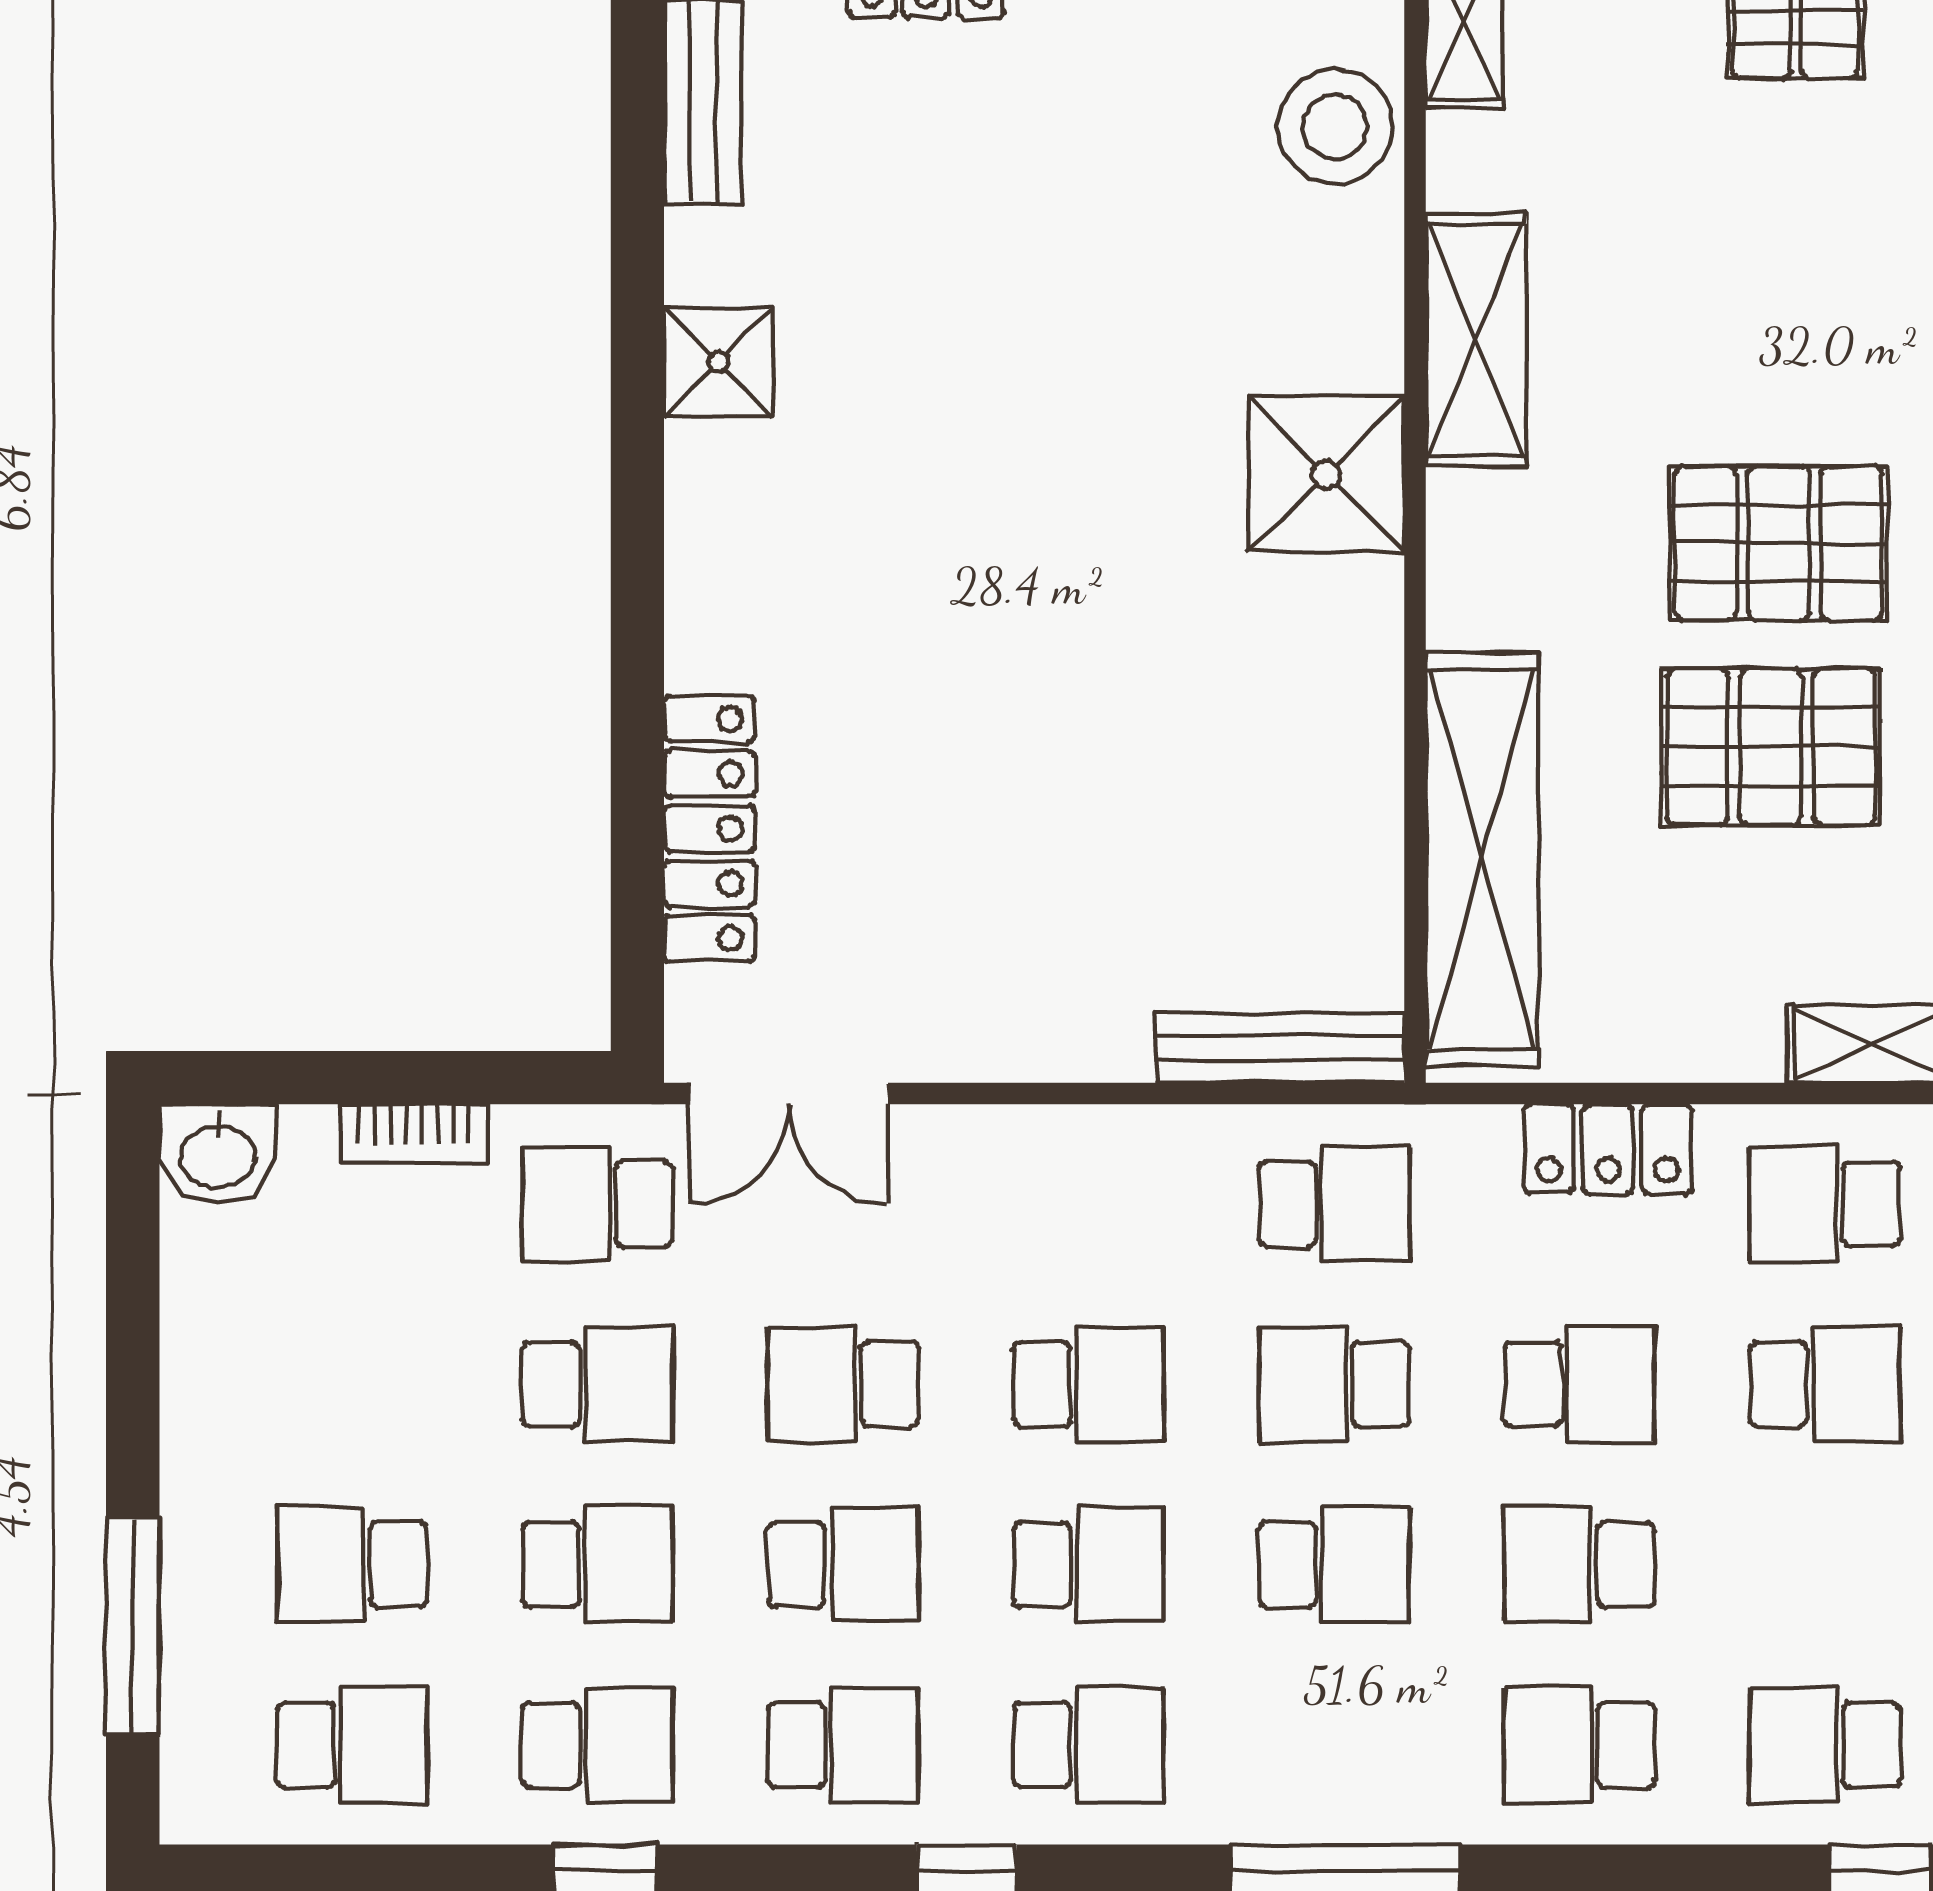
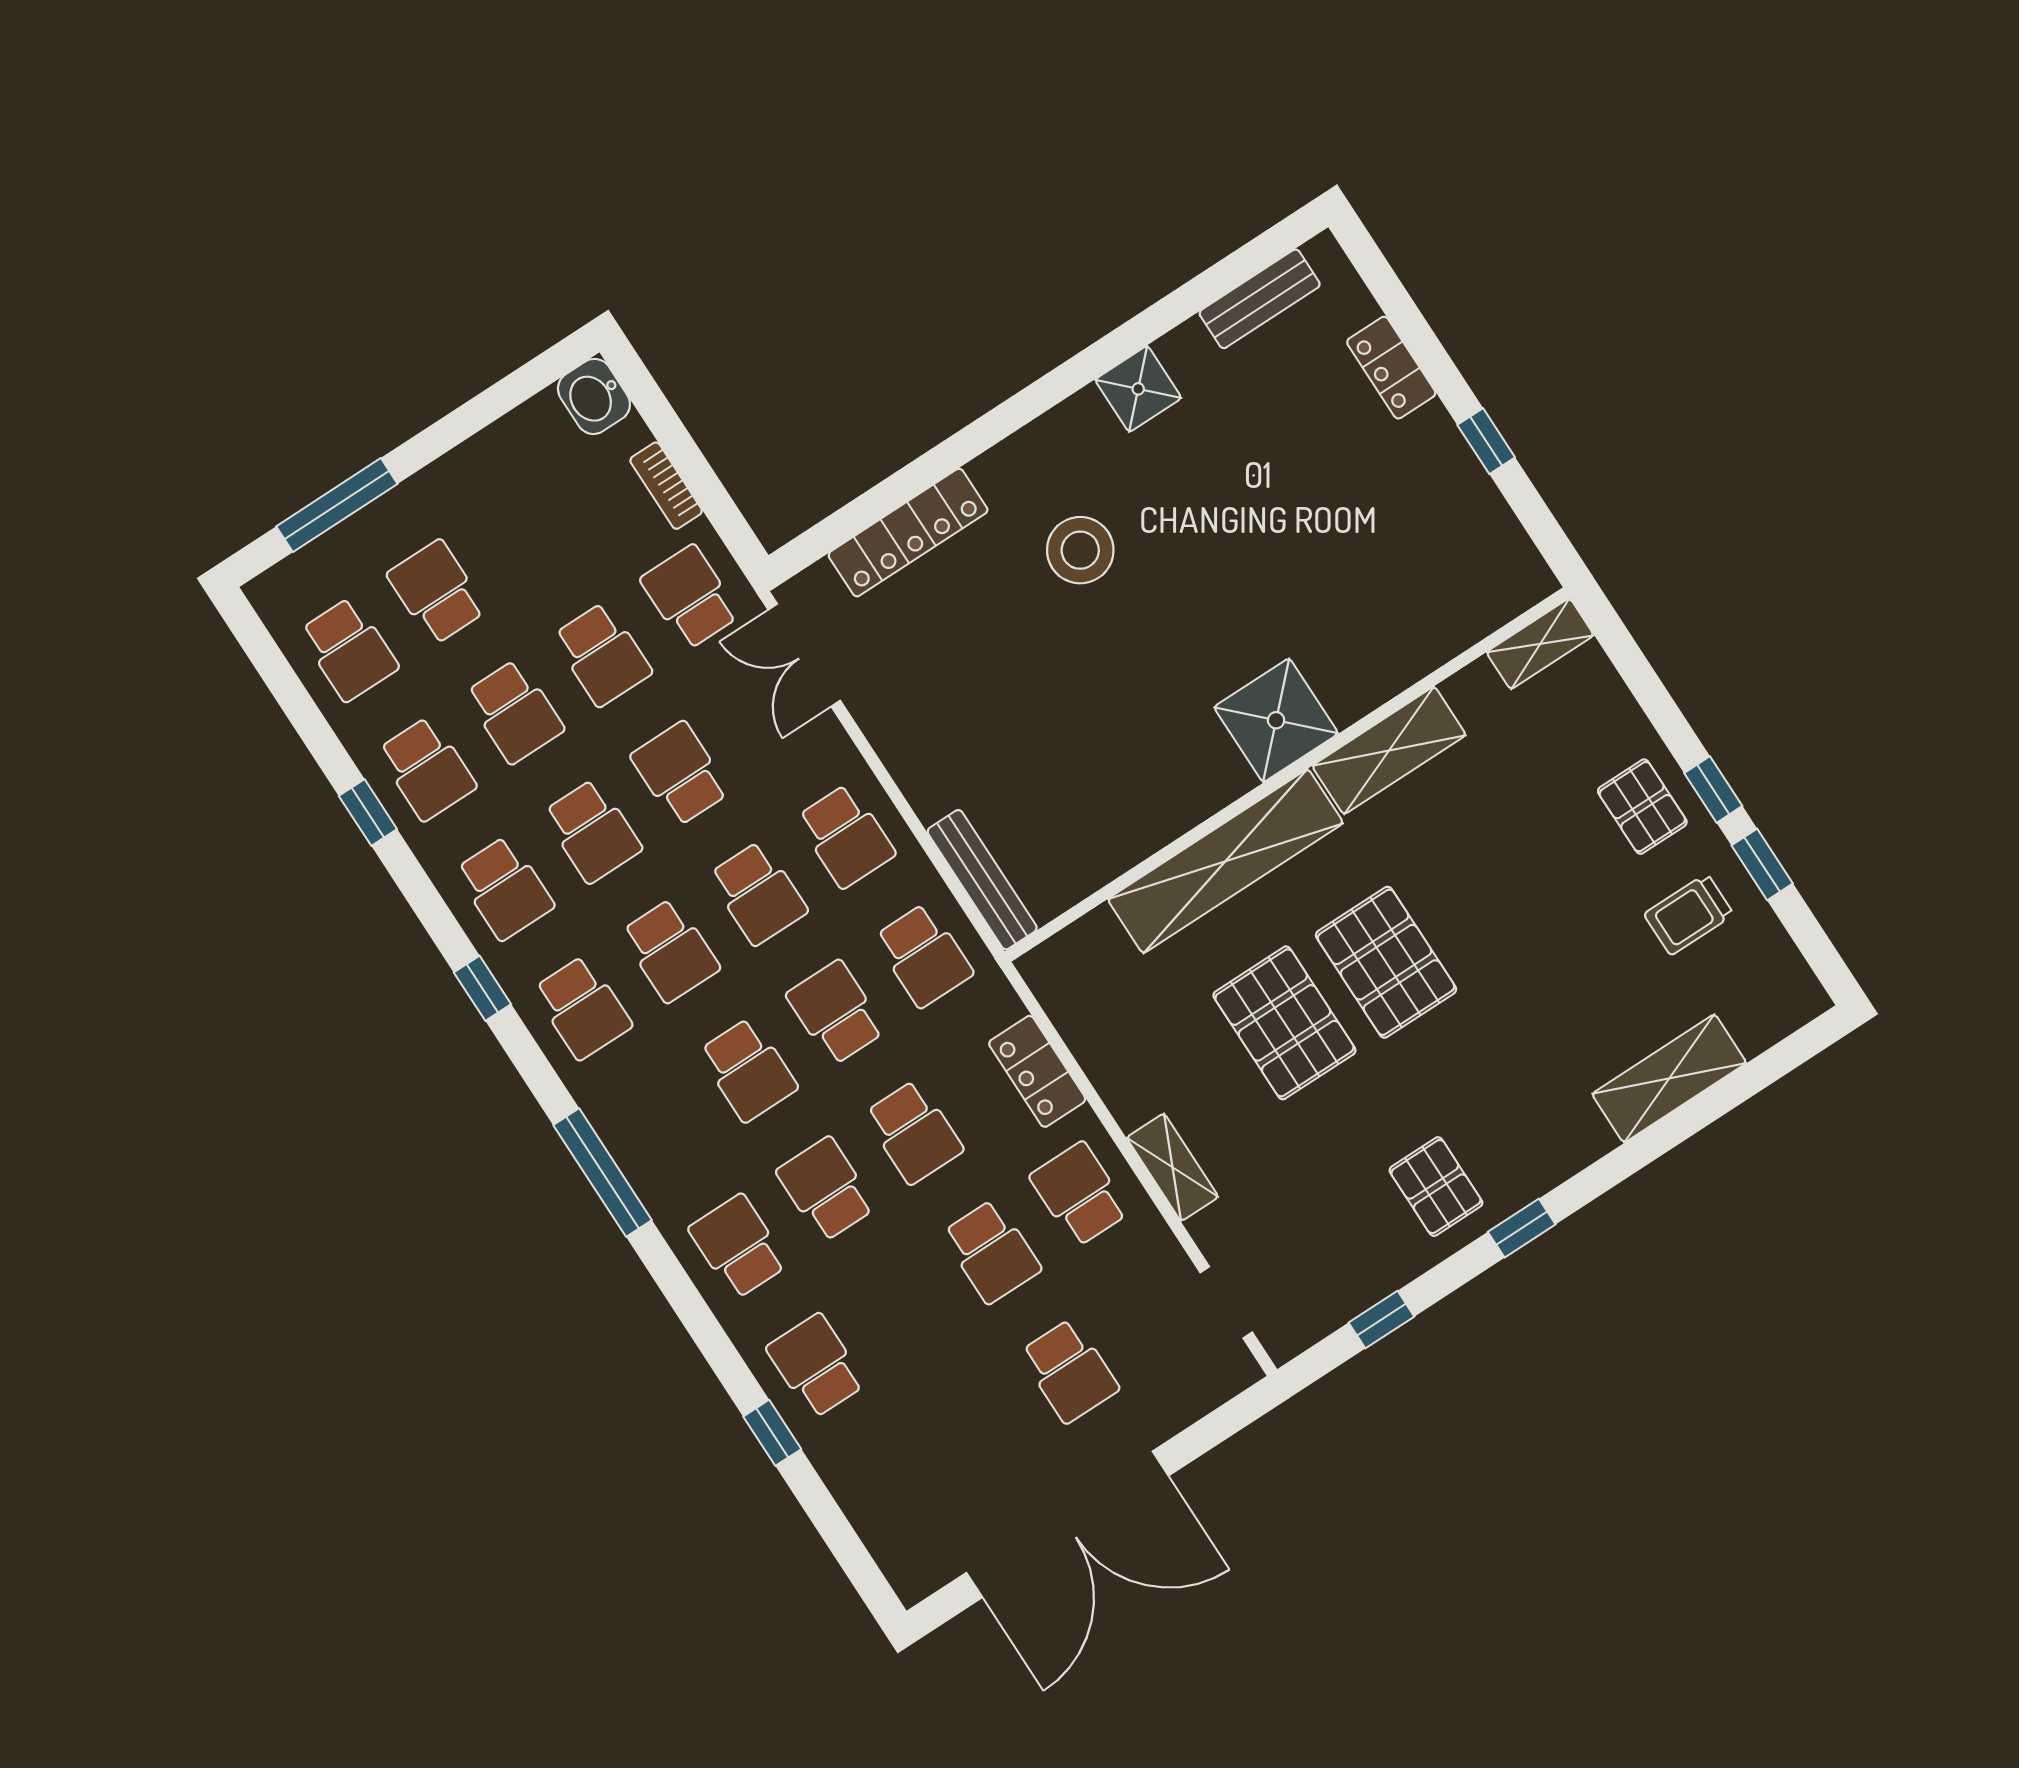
stool: (1335, 127) -> (1080, 550), moved
shelving: (1482, 859) -> (1225, 861), moved
school desk: (1089, 1204) -> (846, 836), added

